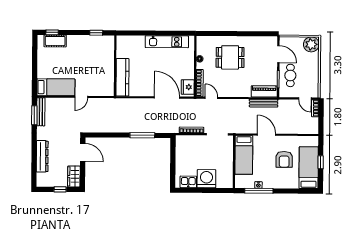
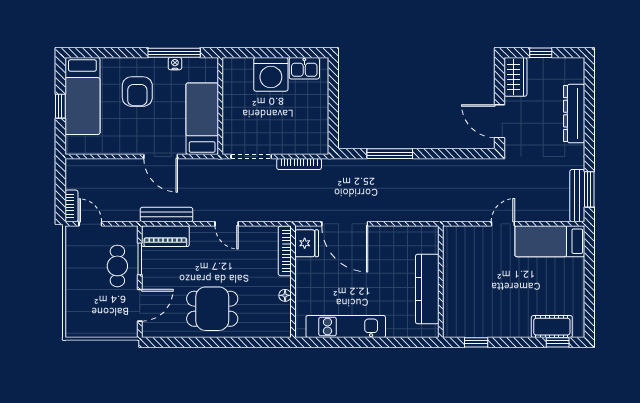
plant: (311, 44) -> (79, 324), removed
door: (278, 54) -> (140, 305), swing flipped
dining table: (230, 57) -> (212, 309), moved
kitchen counter: (122, 77) -> (427, 289), moved
door: (211, 98) -> (227, 224), moved
armchair: (284, 159) -> (137, 92), moved, turned 180

